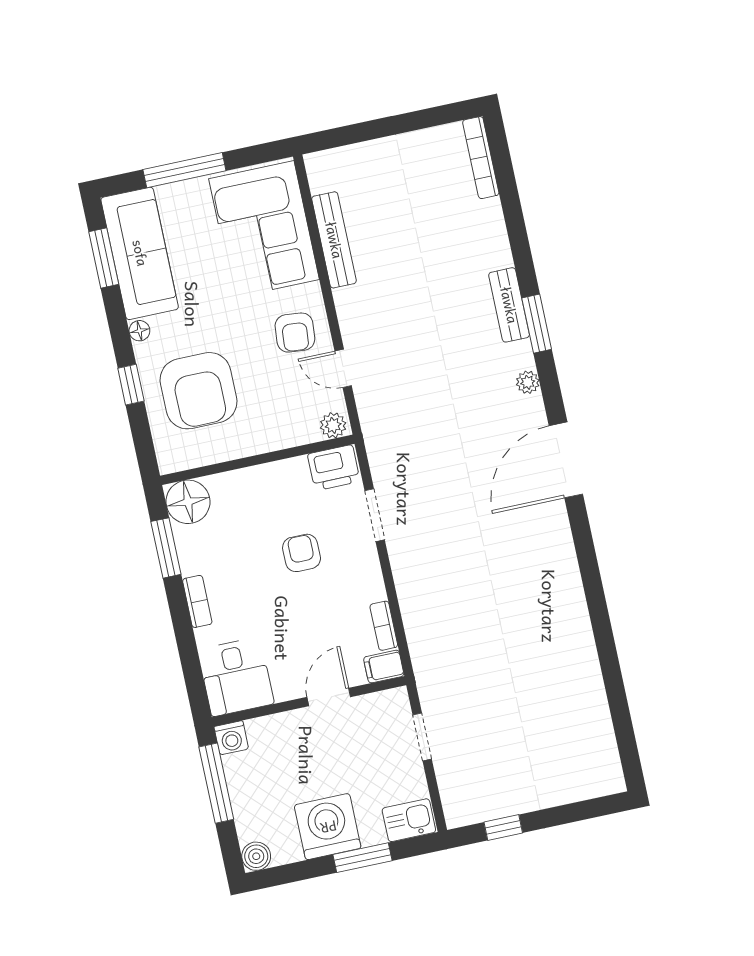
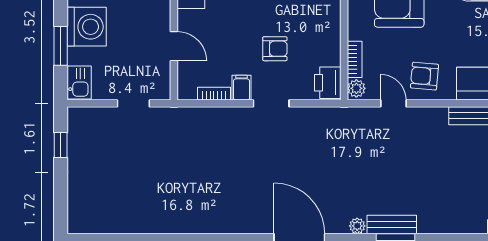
bench: (509, 305) -> (392, 224), moved
door: (343, 368) -> (393, 103), hinge flipped
bookcase: (293, 437) -> (355, 59), added
doorway: (375, 515) -> (271, 103), moved
filing cabinet: (384, 667) -> (241, 88), moved

